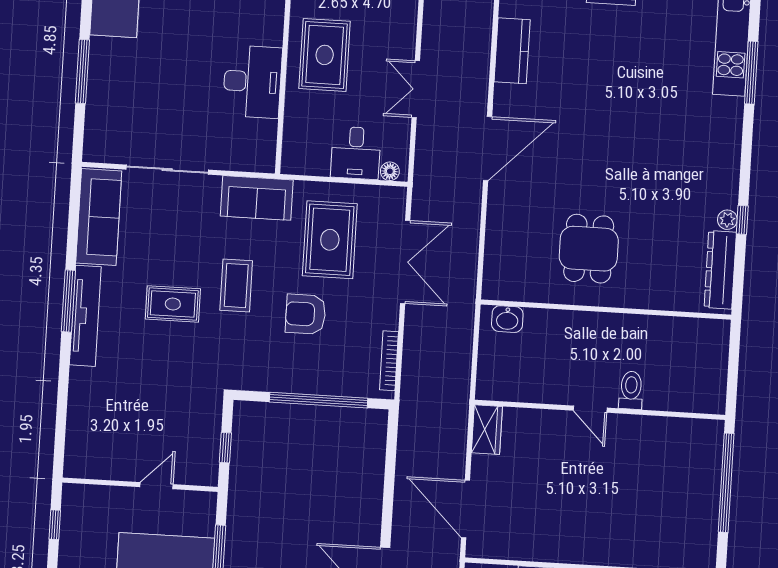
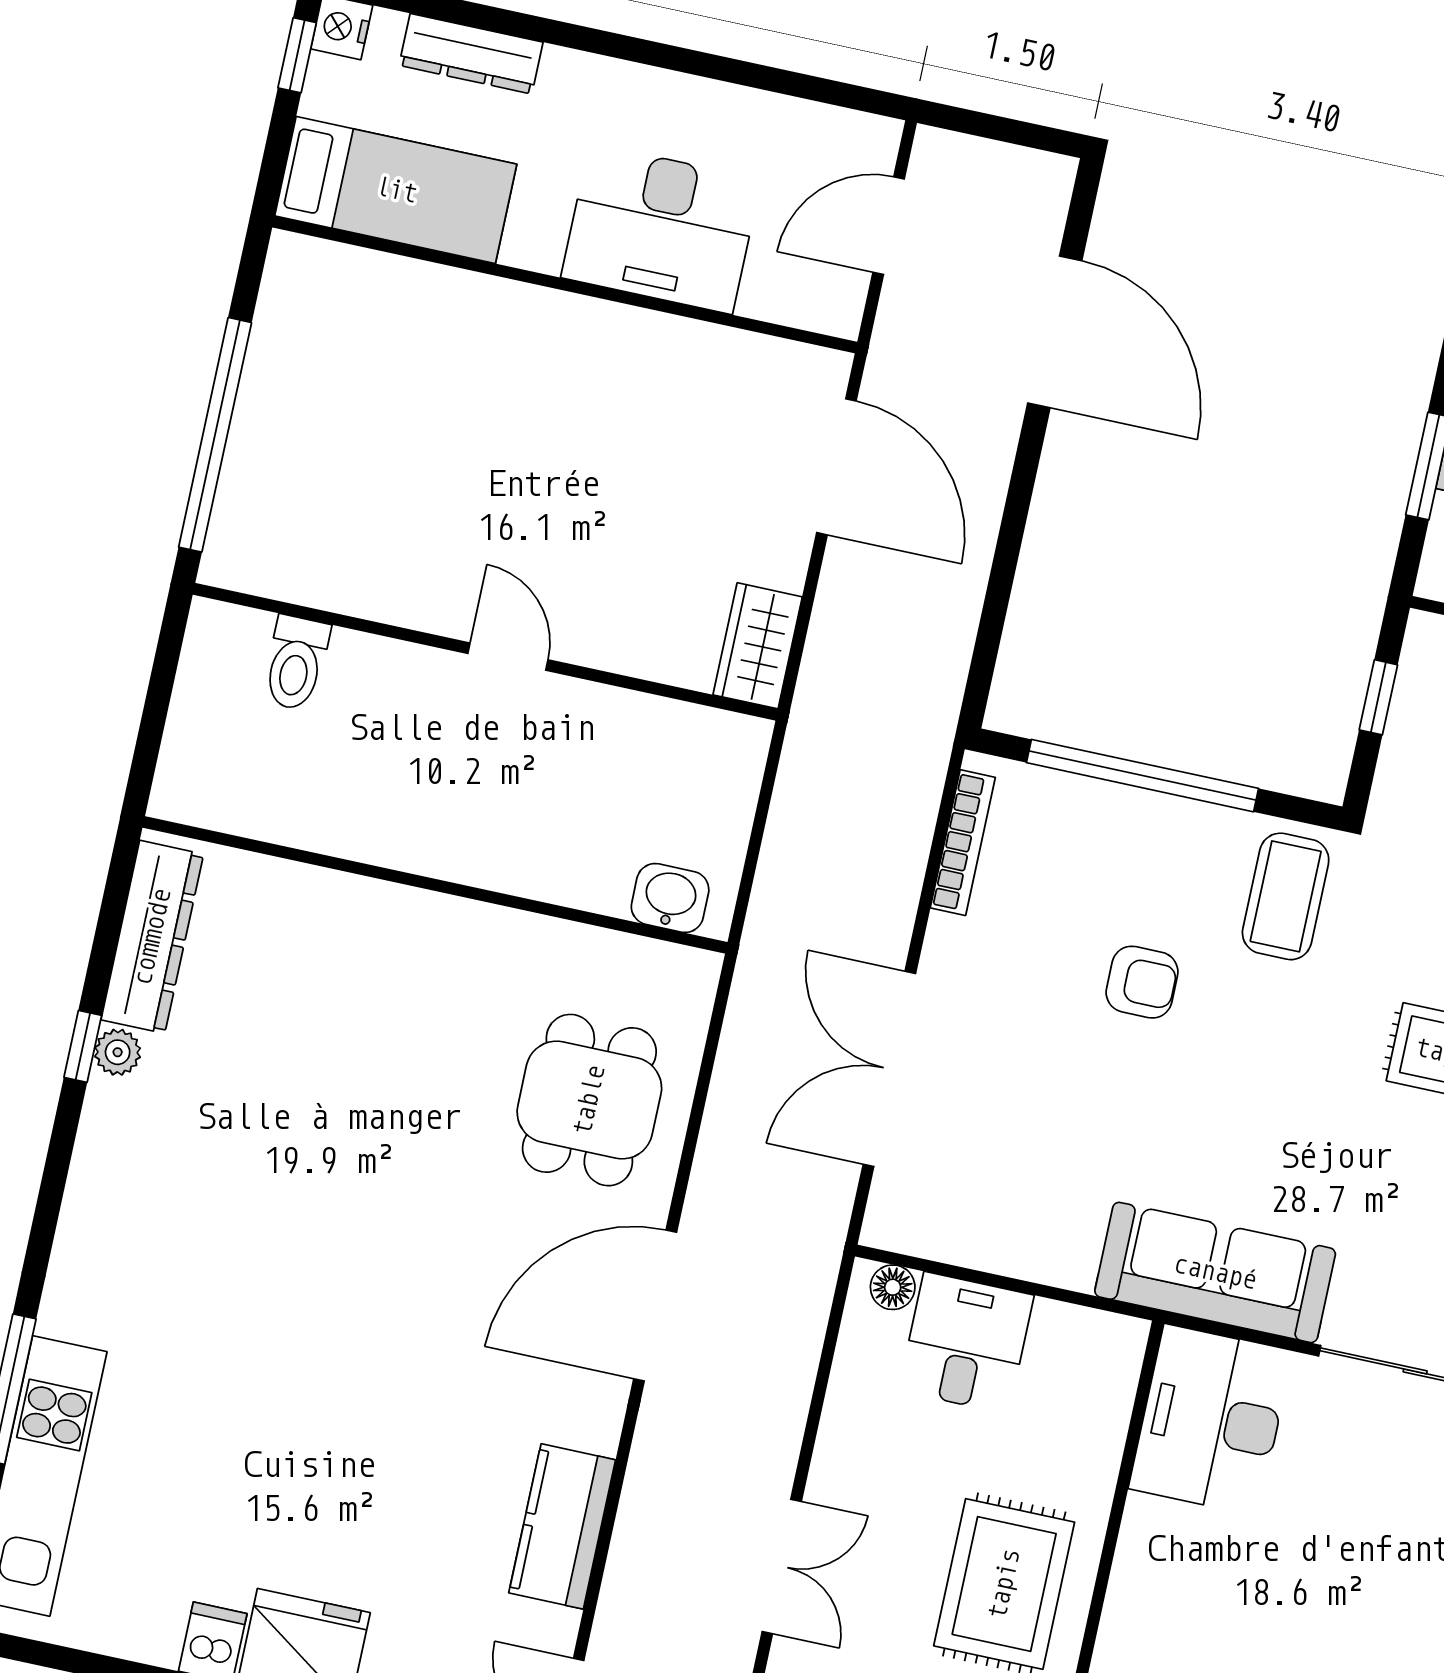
desk: (252, 82) -> (1211, 1420), moved
double door: (416, 89) -> (782, 1566), moved
sofa: (257, 198) -> (1215, 1272), width x1.36
rug: (330, 240) -> (1058, 1148), removed
dining table: (589, 249) -> (589, 1100), moved
coffee table: (236, 286) -> (1286, 896), moved
armchair: (306, 314) -> (1142, 982), width x0.72, depth x0.72
toilet: (631, 390) -> (296, 663), moved

